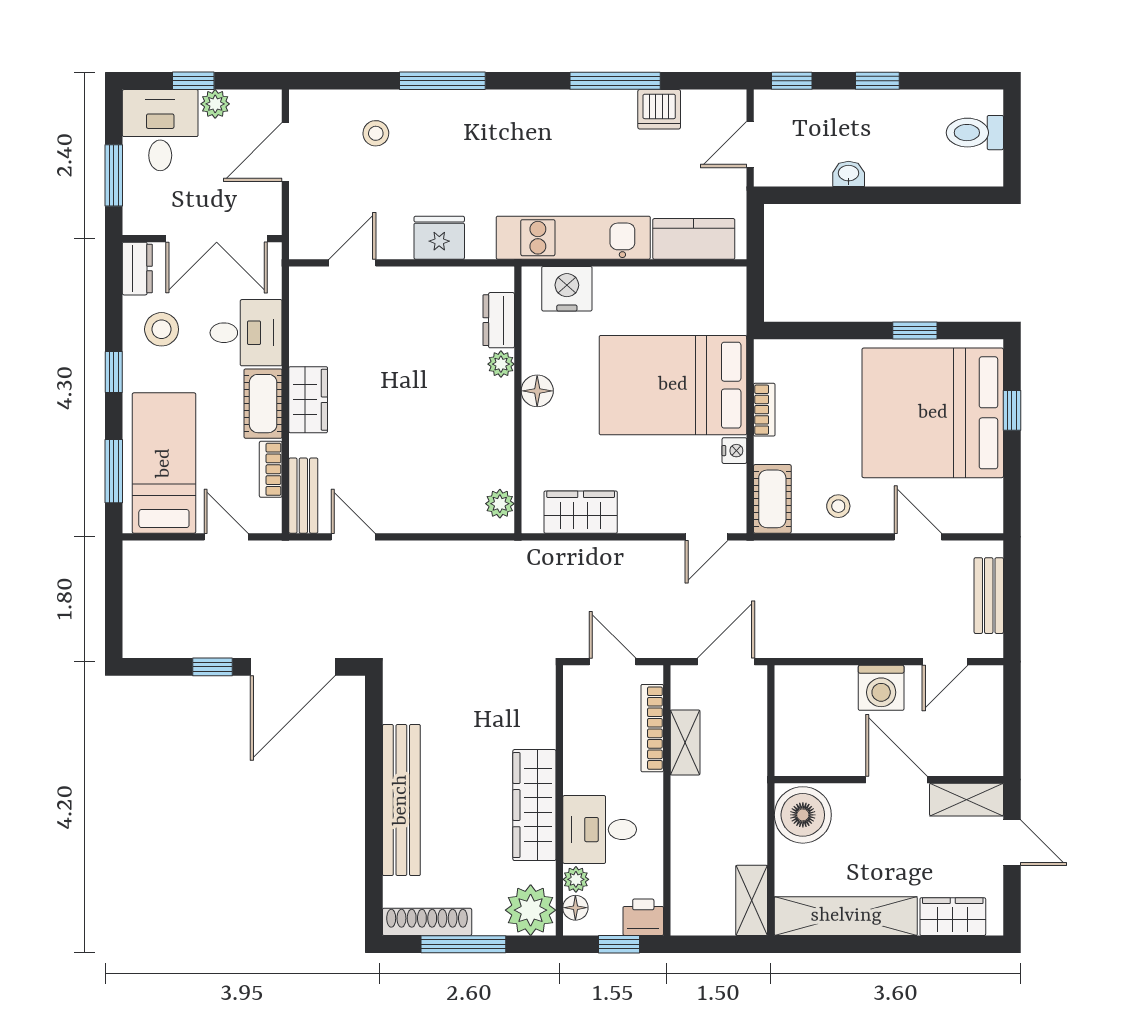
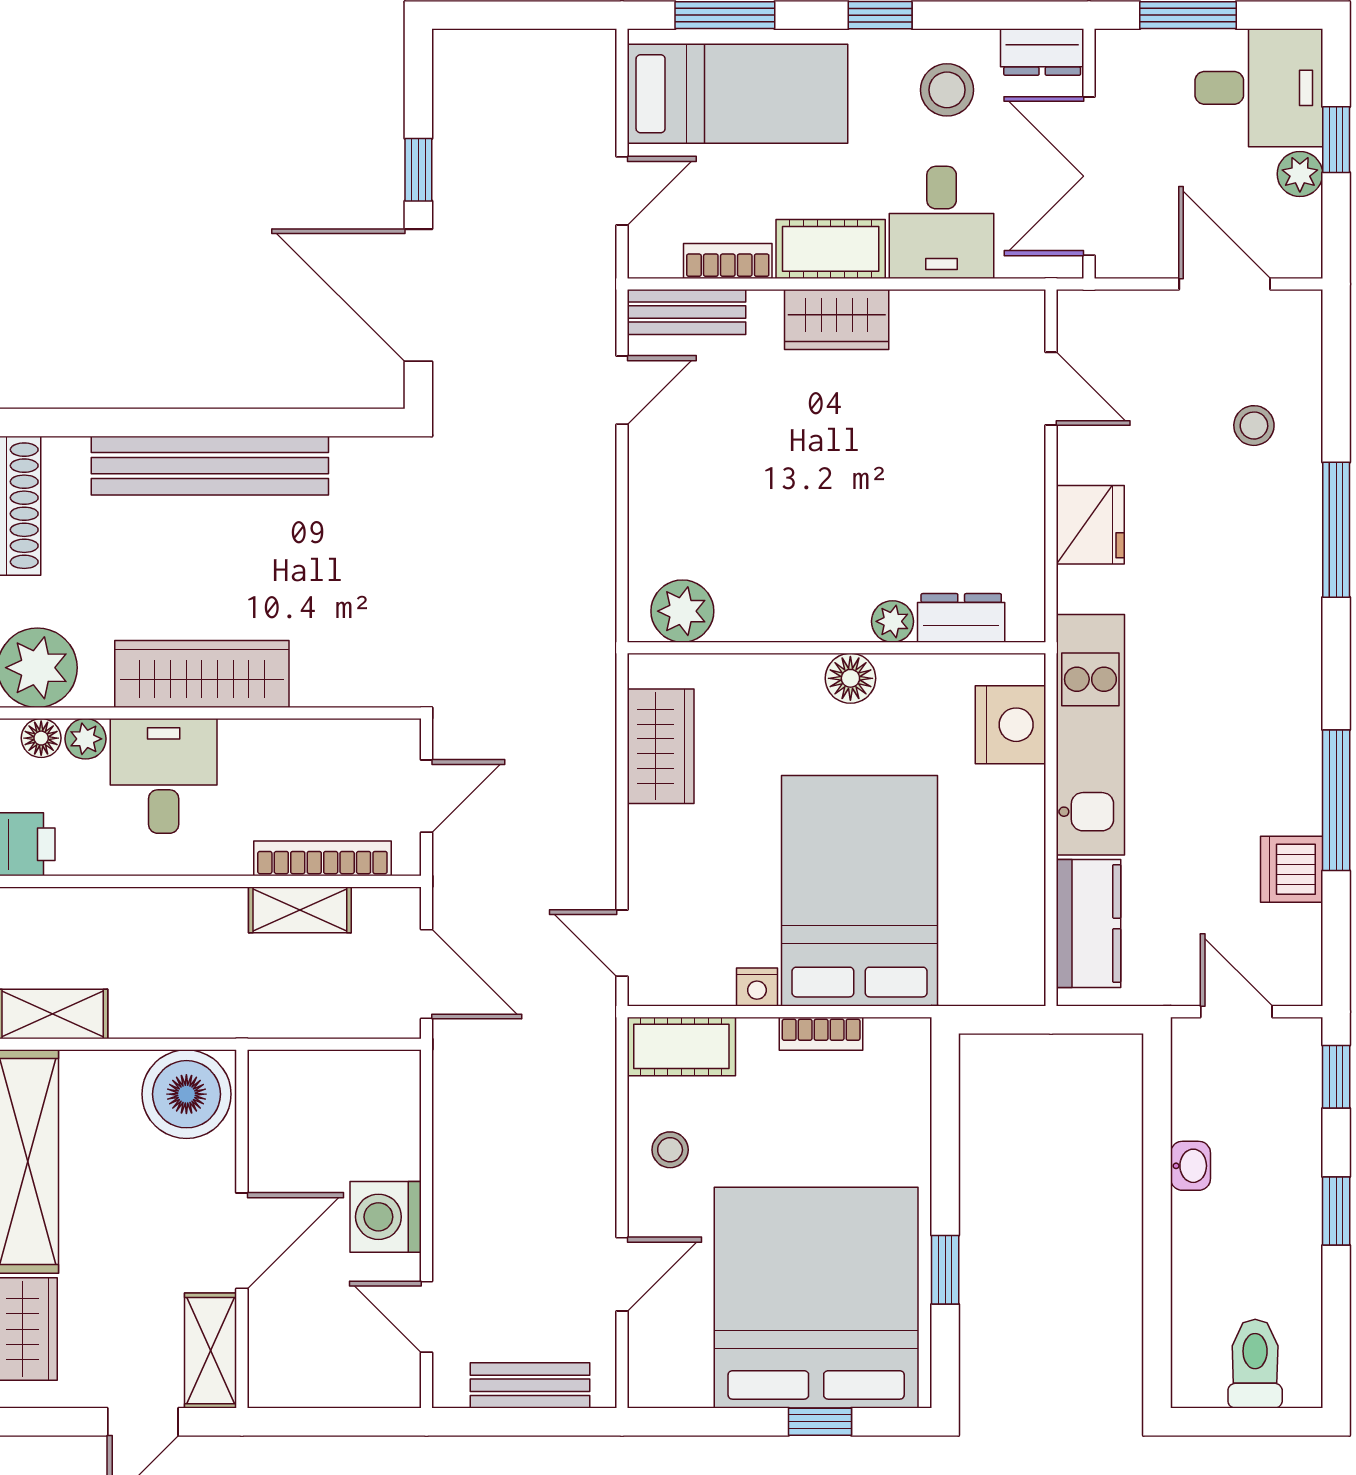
plant: (500, 504) -> (682, 611), width x1.38, depth x1.38

